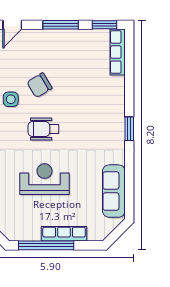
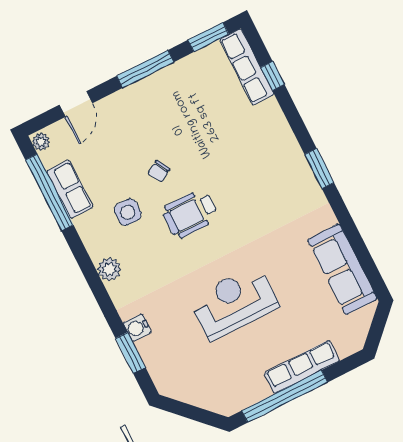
window: (129, 64) -> (273, 76), added
chair: (39, 85) -> (159, 171), width x0.54, depth x0.54
wheelchair: (44, 129) -> (190, 214), moved

